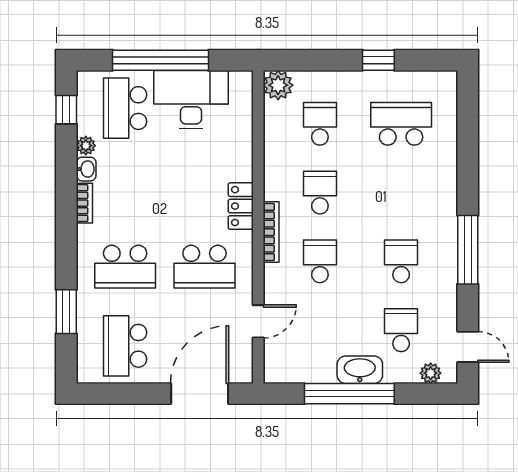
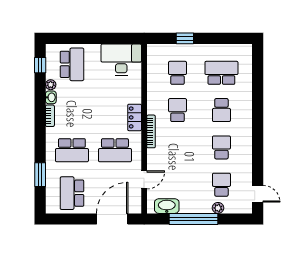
window: (160, 60) -> (91, 38), removed
window: (378, 60) -> (185, 38), moved
plant: (278, 85) -> (155, 52), removed
desk: (191, 100) -> (121, 60), moved
school desk: (125, 108) -> (72, 64), turned 180
window: (468, 250) -> (258, 141), removed
school desk: (320, 261) -> (221, 110), moved, turned 180
washbasin: (360, 370) -> (167, 206), moved
plant: (431, 373) -> (218, 208), moved

